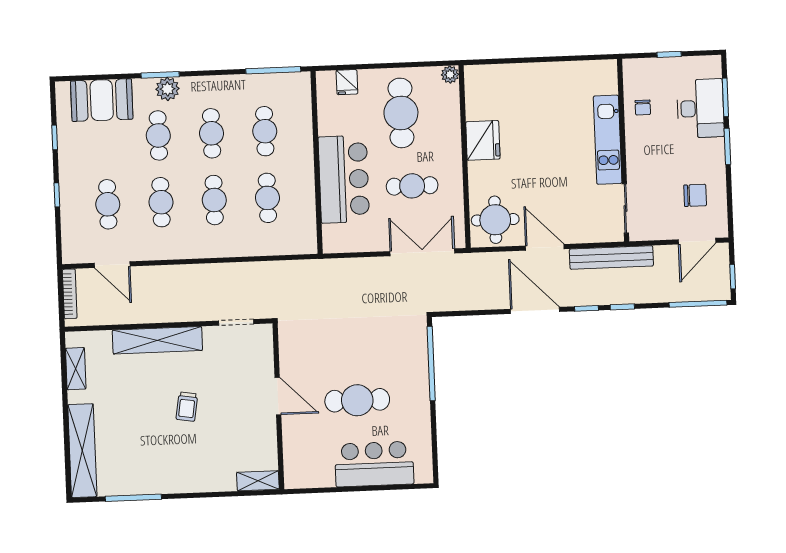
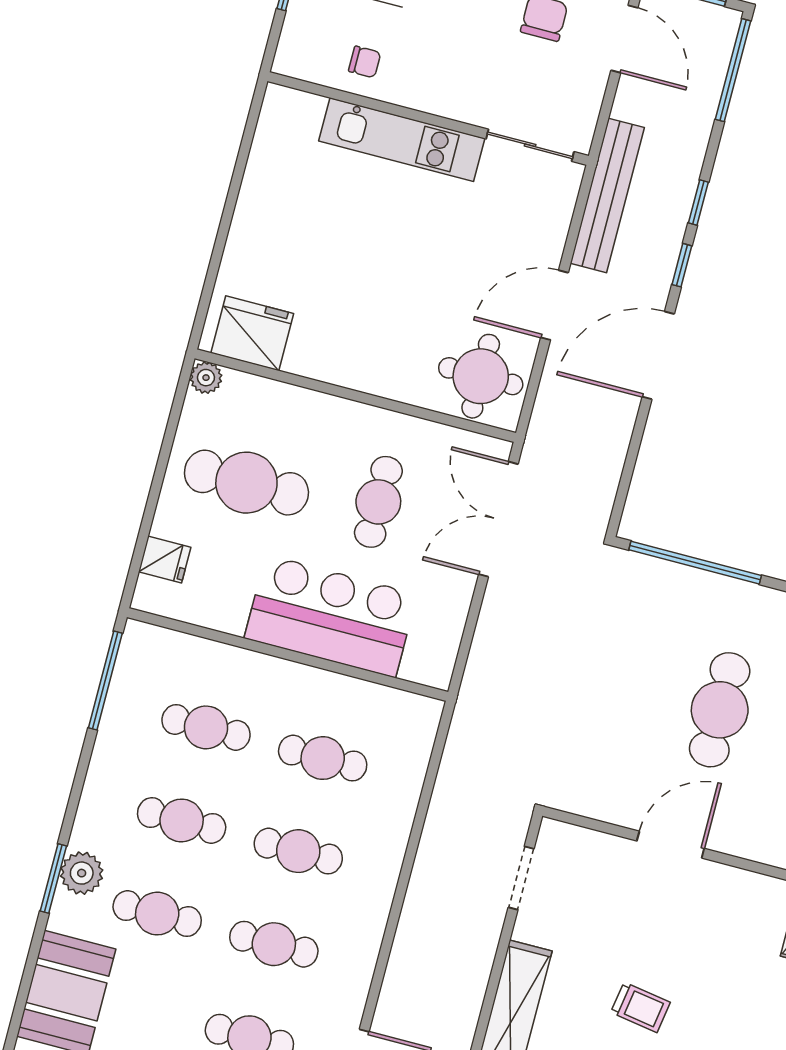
fridge: (483, 140) -> (252, 333), moved

